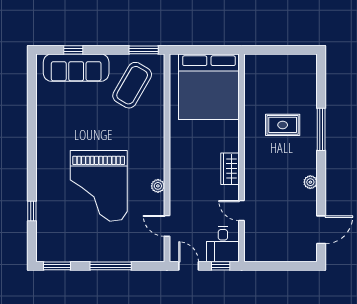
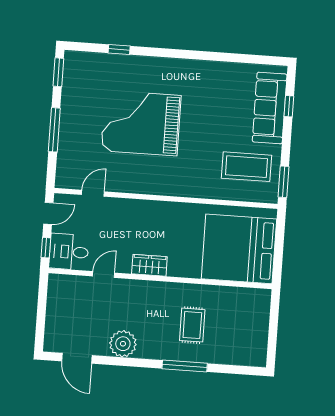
coffee table: (132, 85) -> (247, 167), turned -30
plant: (310, 182) -> (123, 344), width x1.88, depth x1.88
plant: (158, 186) -> (136, 187), removed

